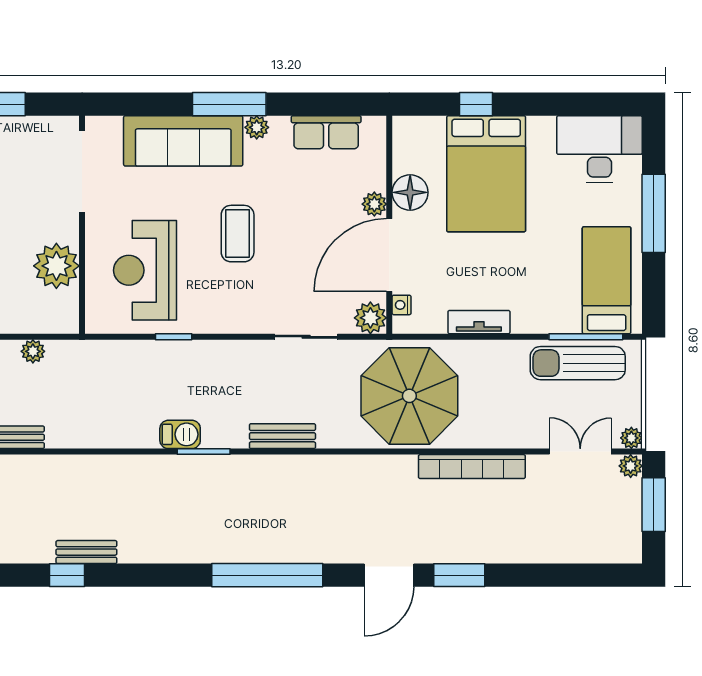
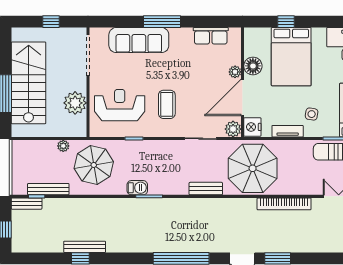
plant: (257, 127) -> (176, 33), removed
coffee table: (238, 234) -> (167, 104), moved
reception desk: (145, 270) -> (120, 105), turned 90
side table: (527, 288) -> (312, 114), added
nightstand: (402, 305) -> (252, 127), width x1.89, depth x1.79
parasol: (94, 389) -> (94, 165), added
bench: (282, 436) -> (206, 189), moved
bench: (86, 552) -> (85, 247), width x1.36

